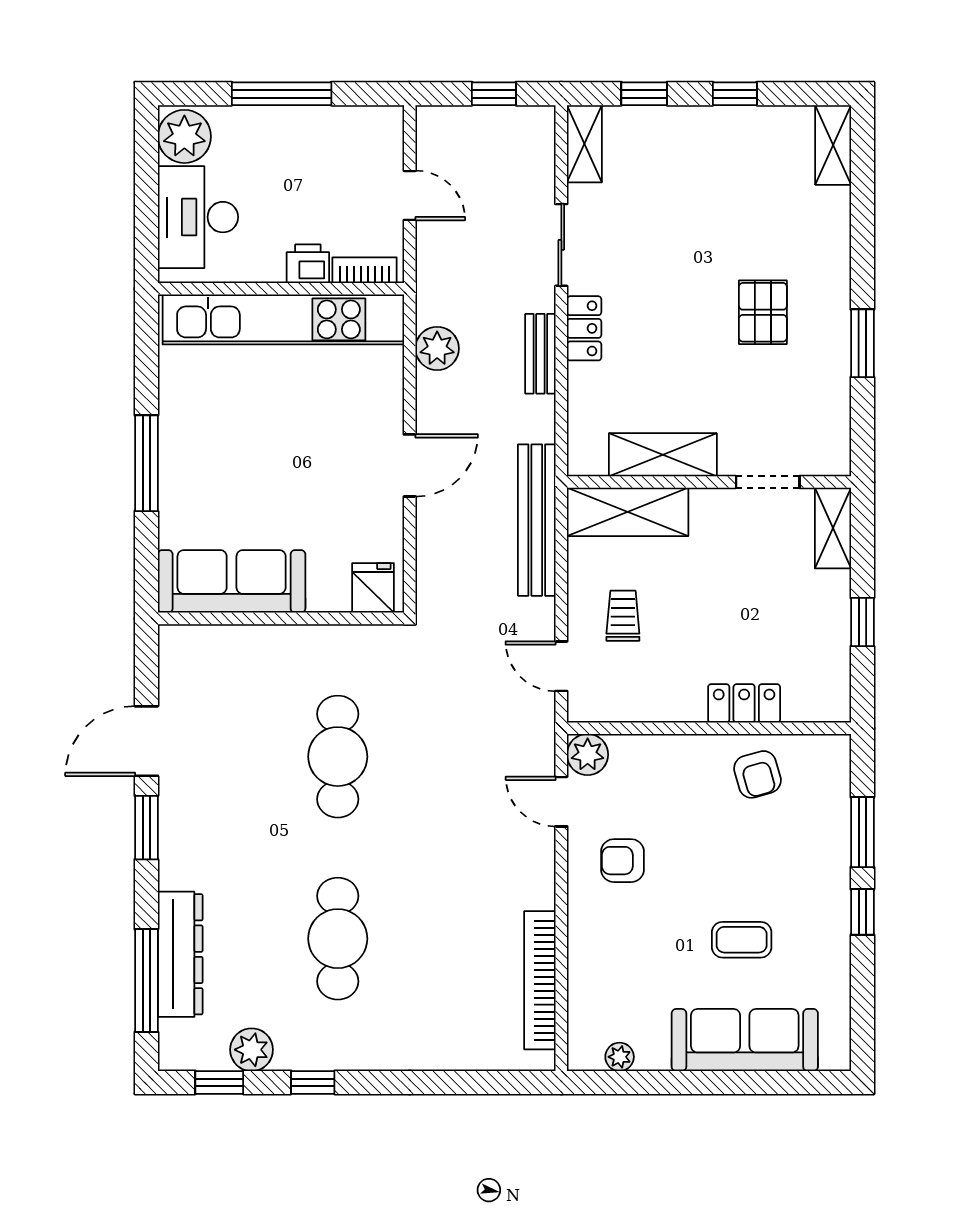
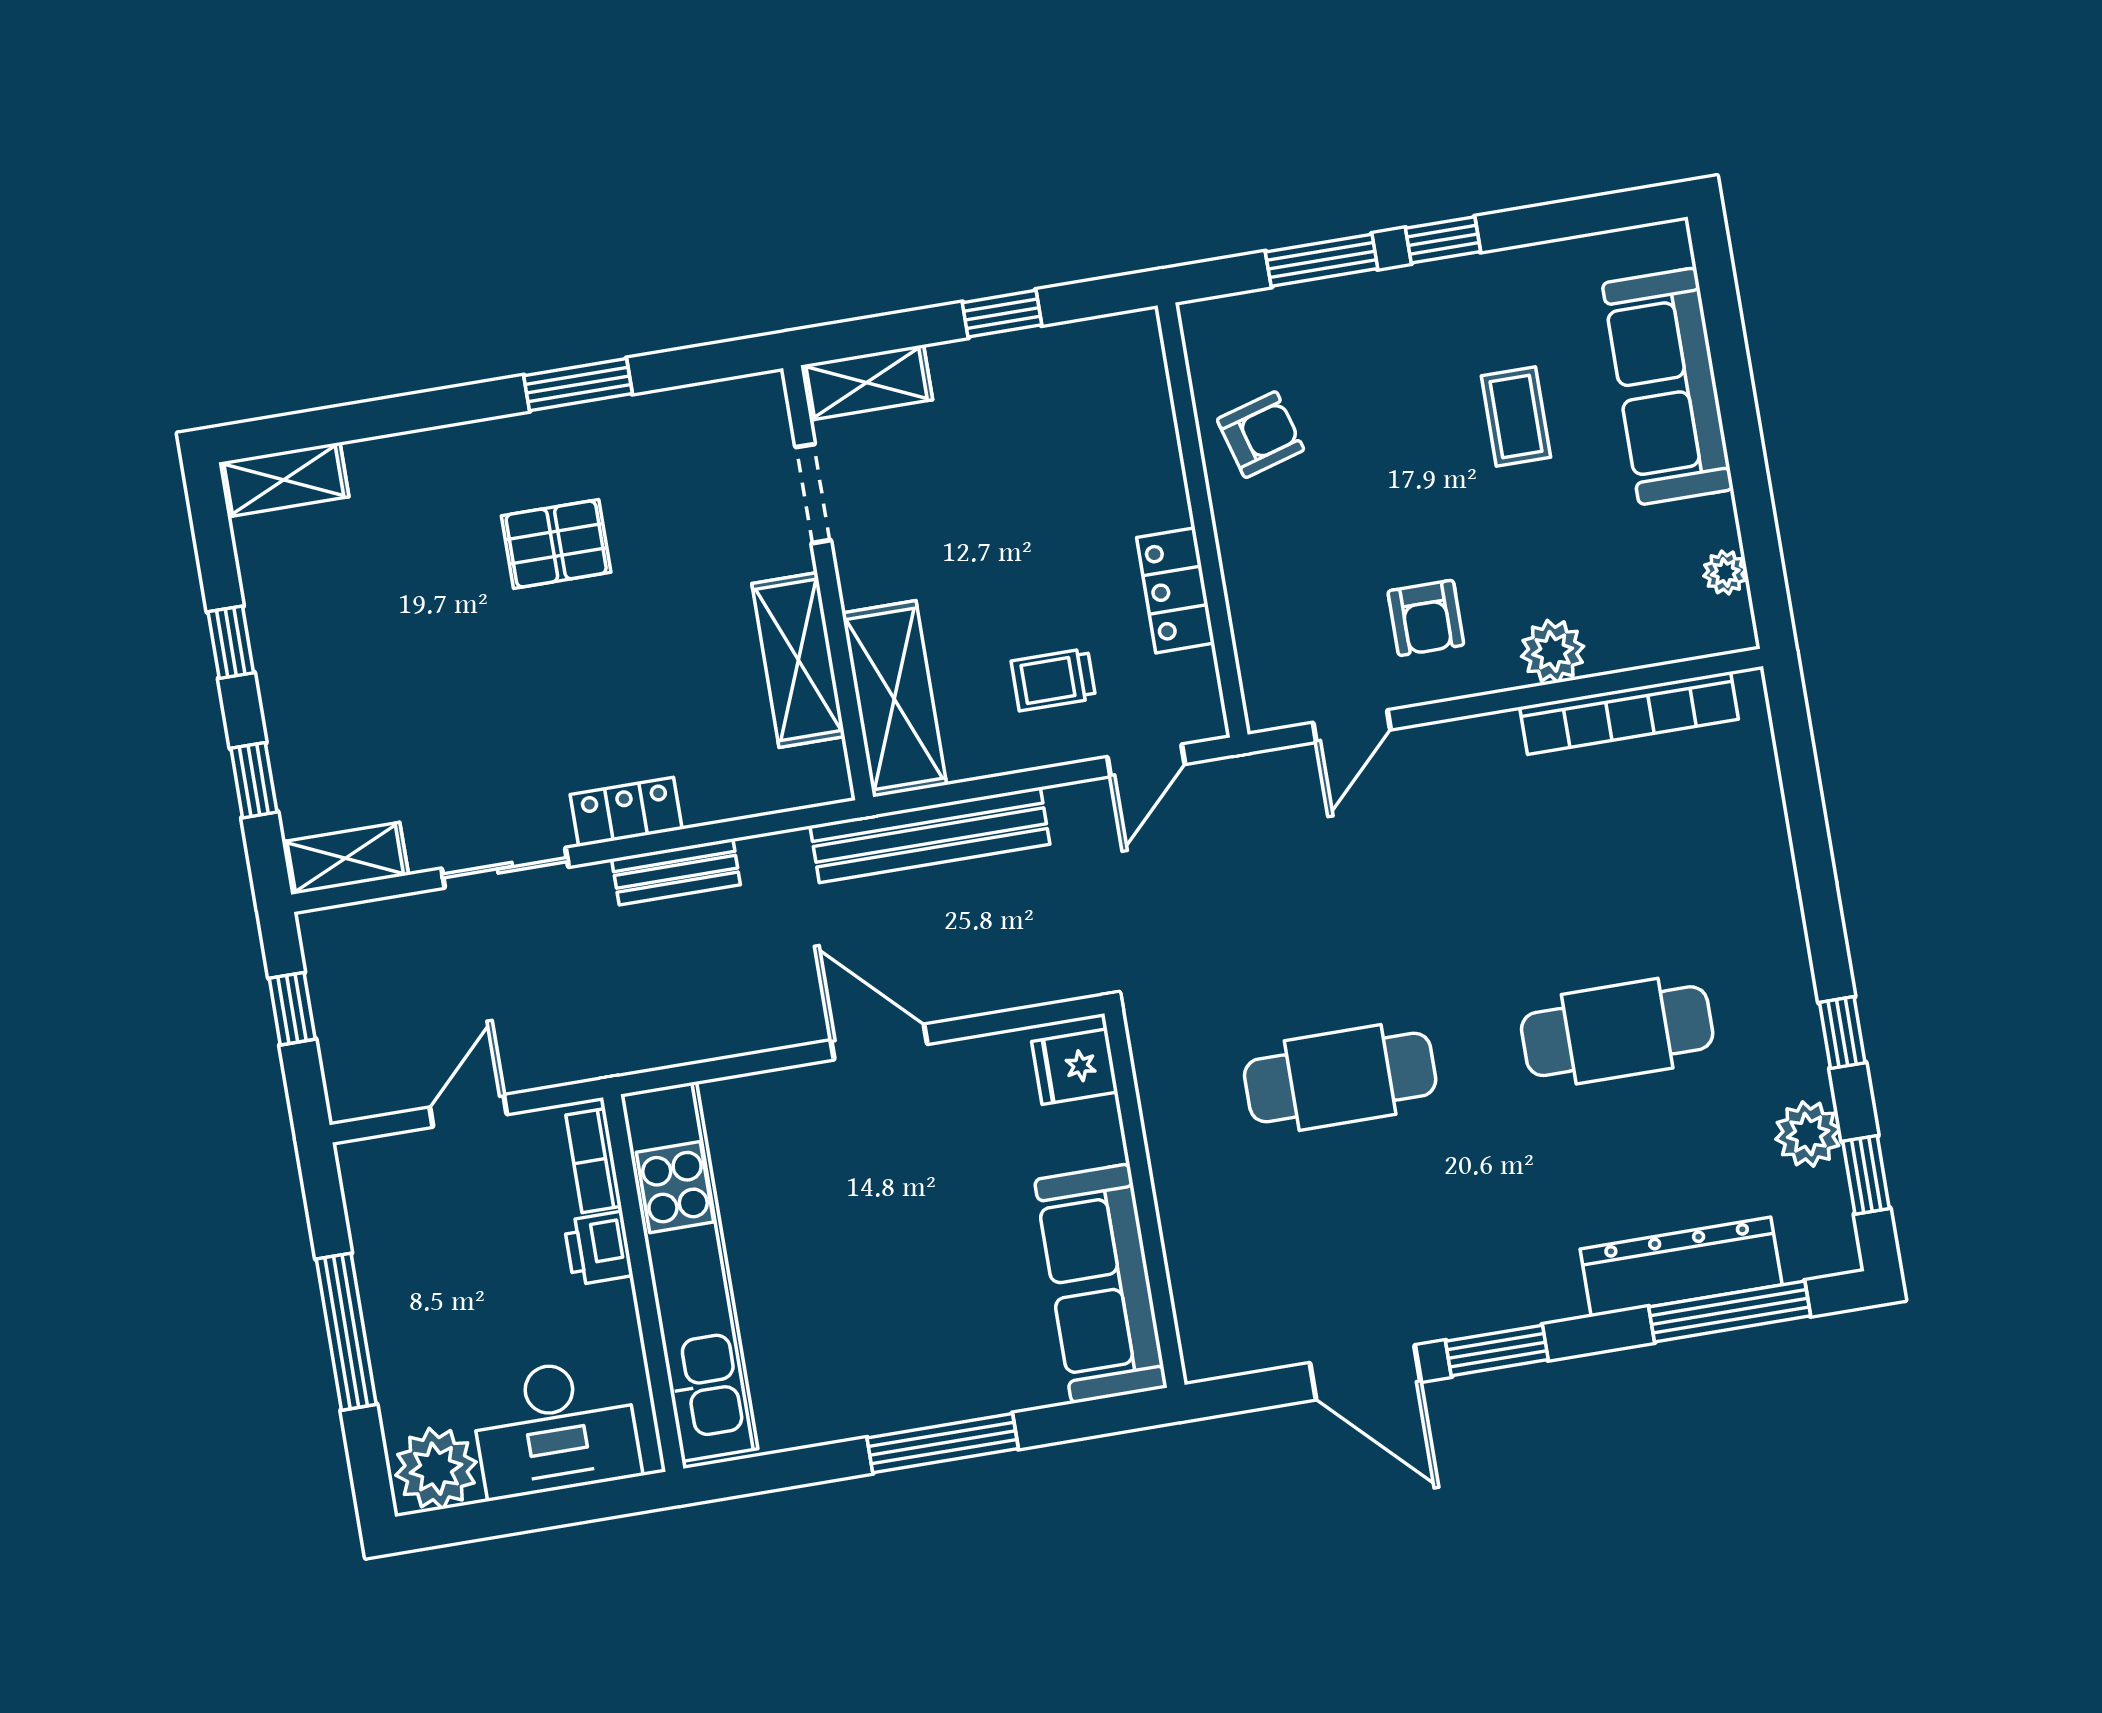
plant: (437, 348) -> (694, 1030), removed
locker: (744, 703) -> (1175, 590), moved
plant: (588, 754) -> (1553, 651), moved

